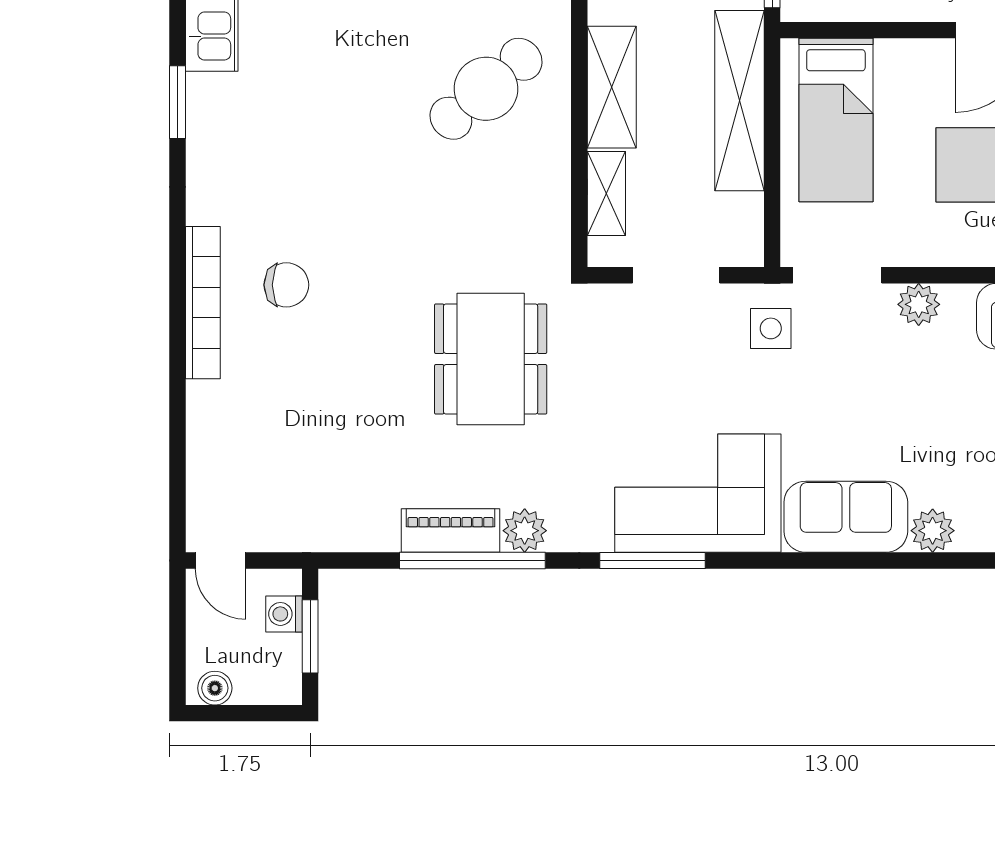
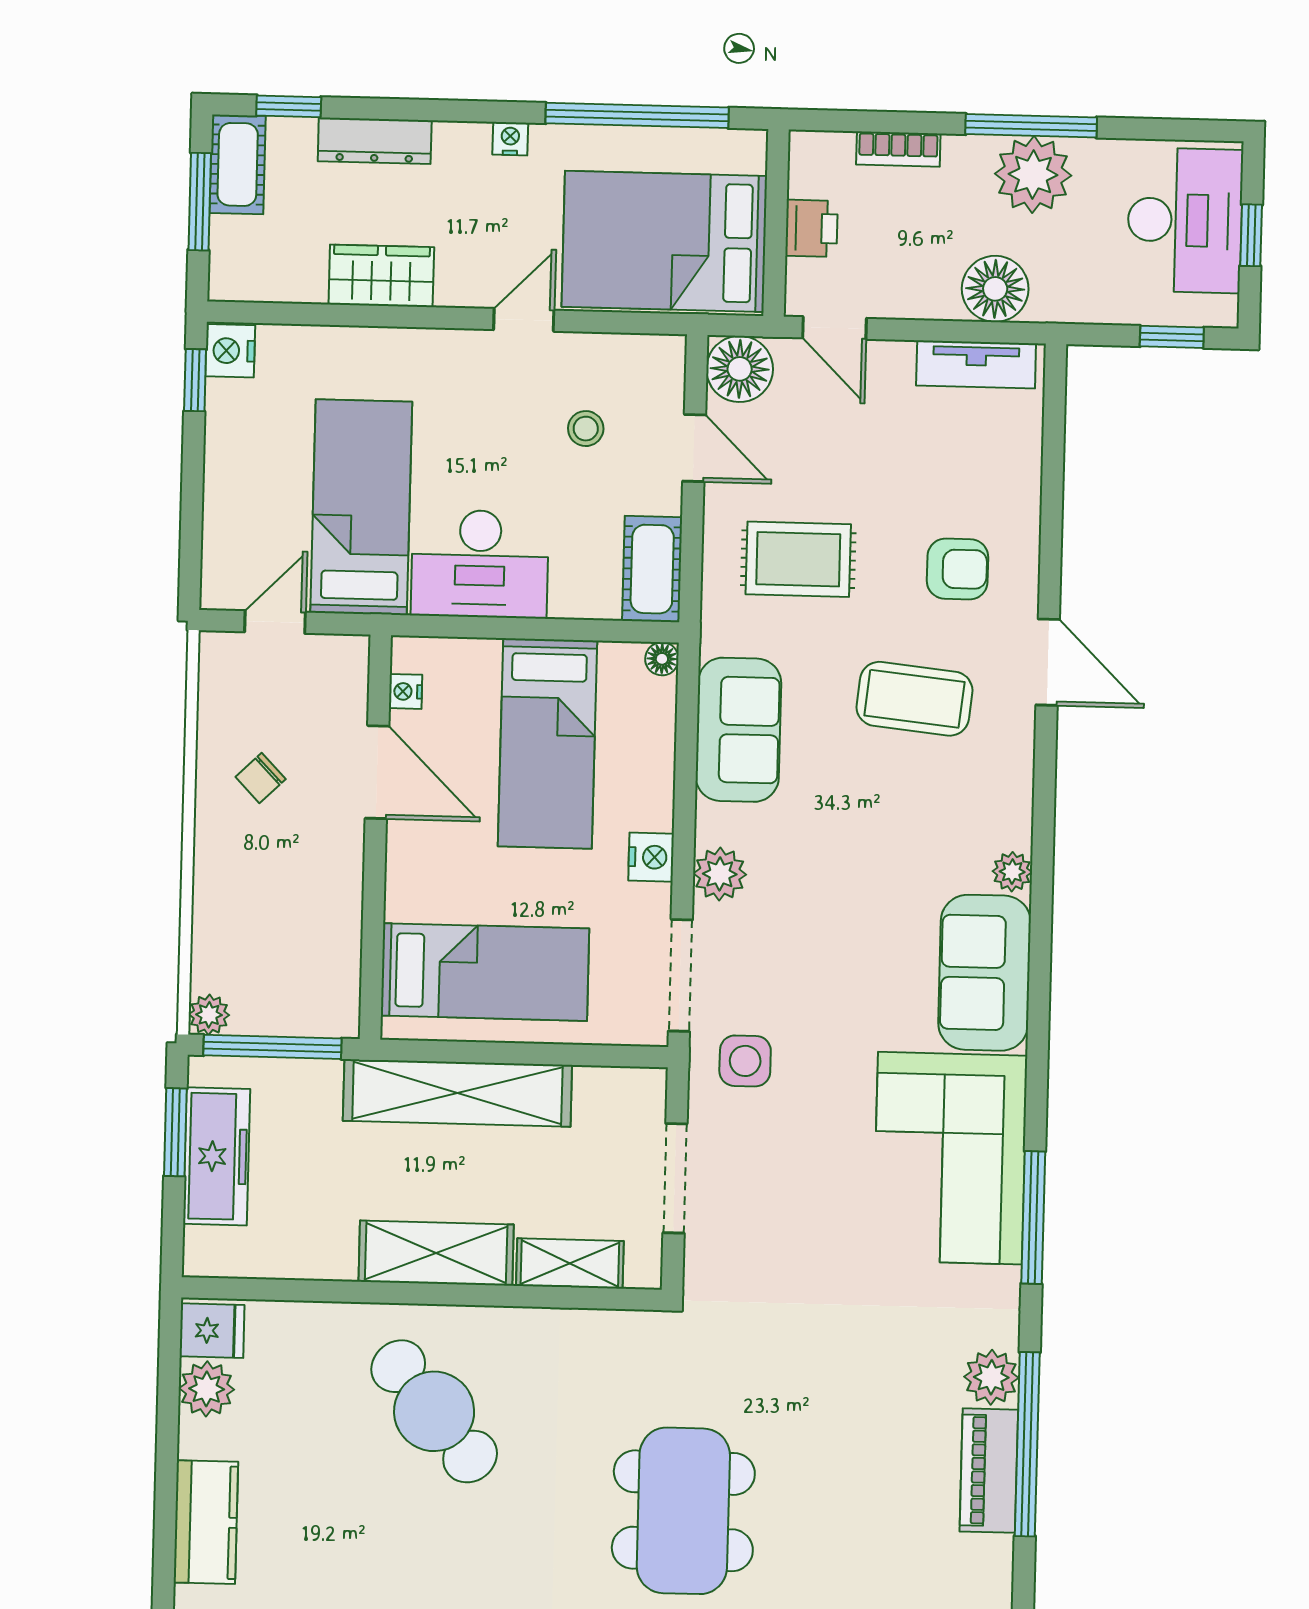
nightstand: (931, 250) -> (651, 857), added
dining table: (491, 359) -> (683, 1511), moved, turned 90
plant: (933, 531) -> (1012, 872), width x0.73, depth x0.73

